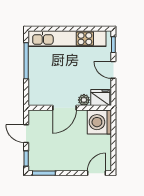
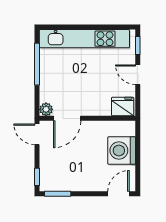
plant: (84, 100) -> (46, 109), moved
door: (65, 108) -> (67, 118), moved
washing machine: (99, 122) -> (122, 150), moved
door: (26, 134) -> (37, 134), moved

